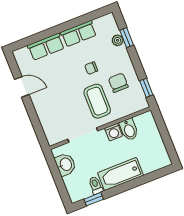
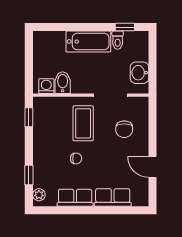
plant: (118, 40) -> (39, 195), moved
chair: (118, 83) -> (124, 129), moved
washing machine: (113, 132) -> (46, 86), moved

